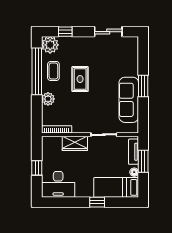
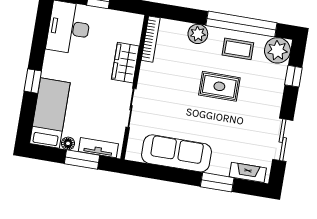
fireplace: (133, 51) -> (248, 172), added
window: (143, 86) -> (217, 182), moved

